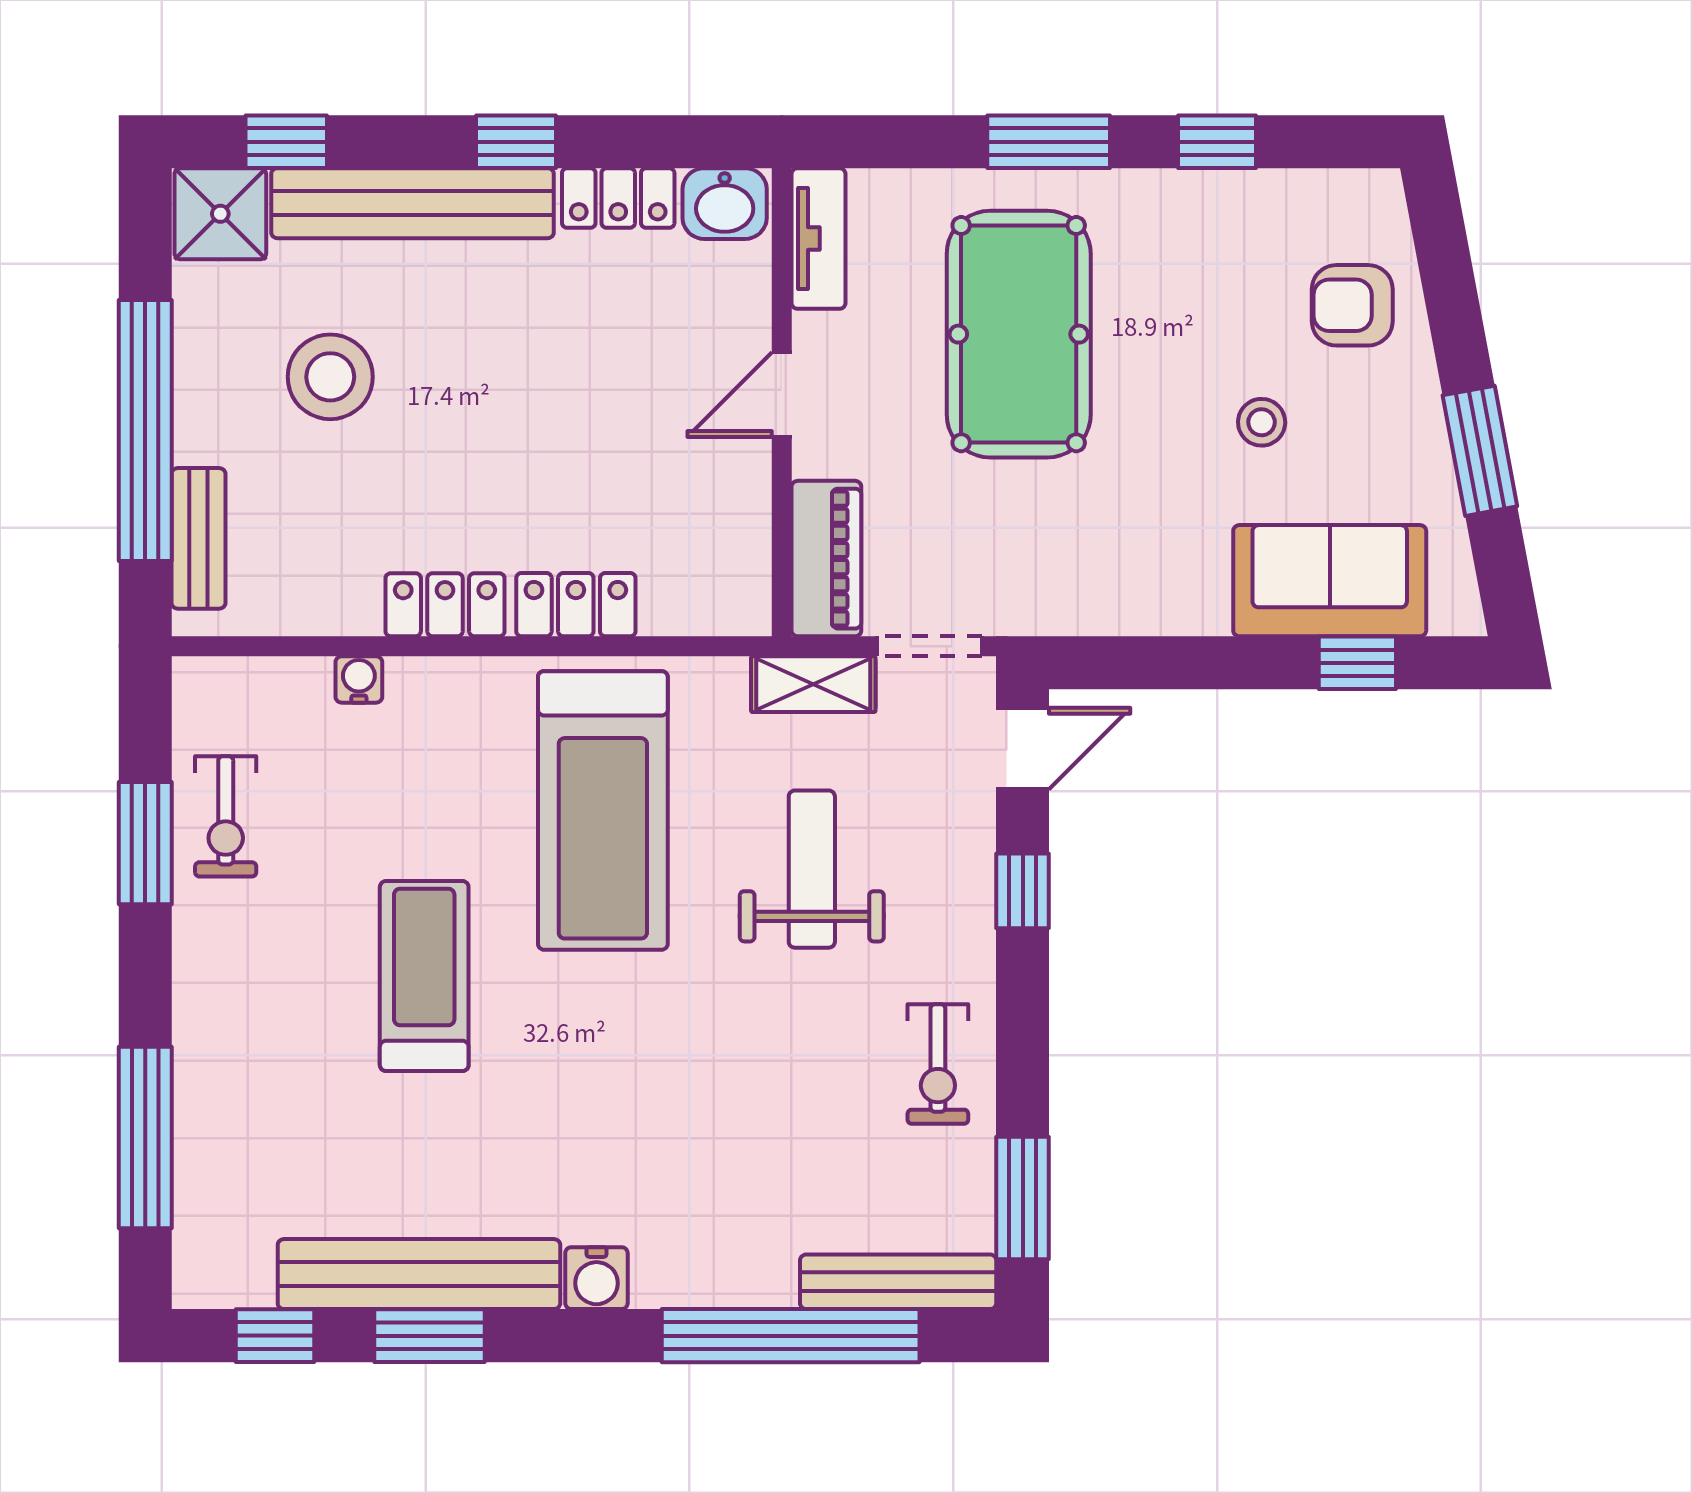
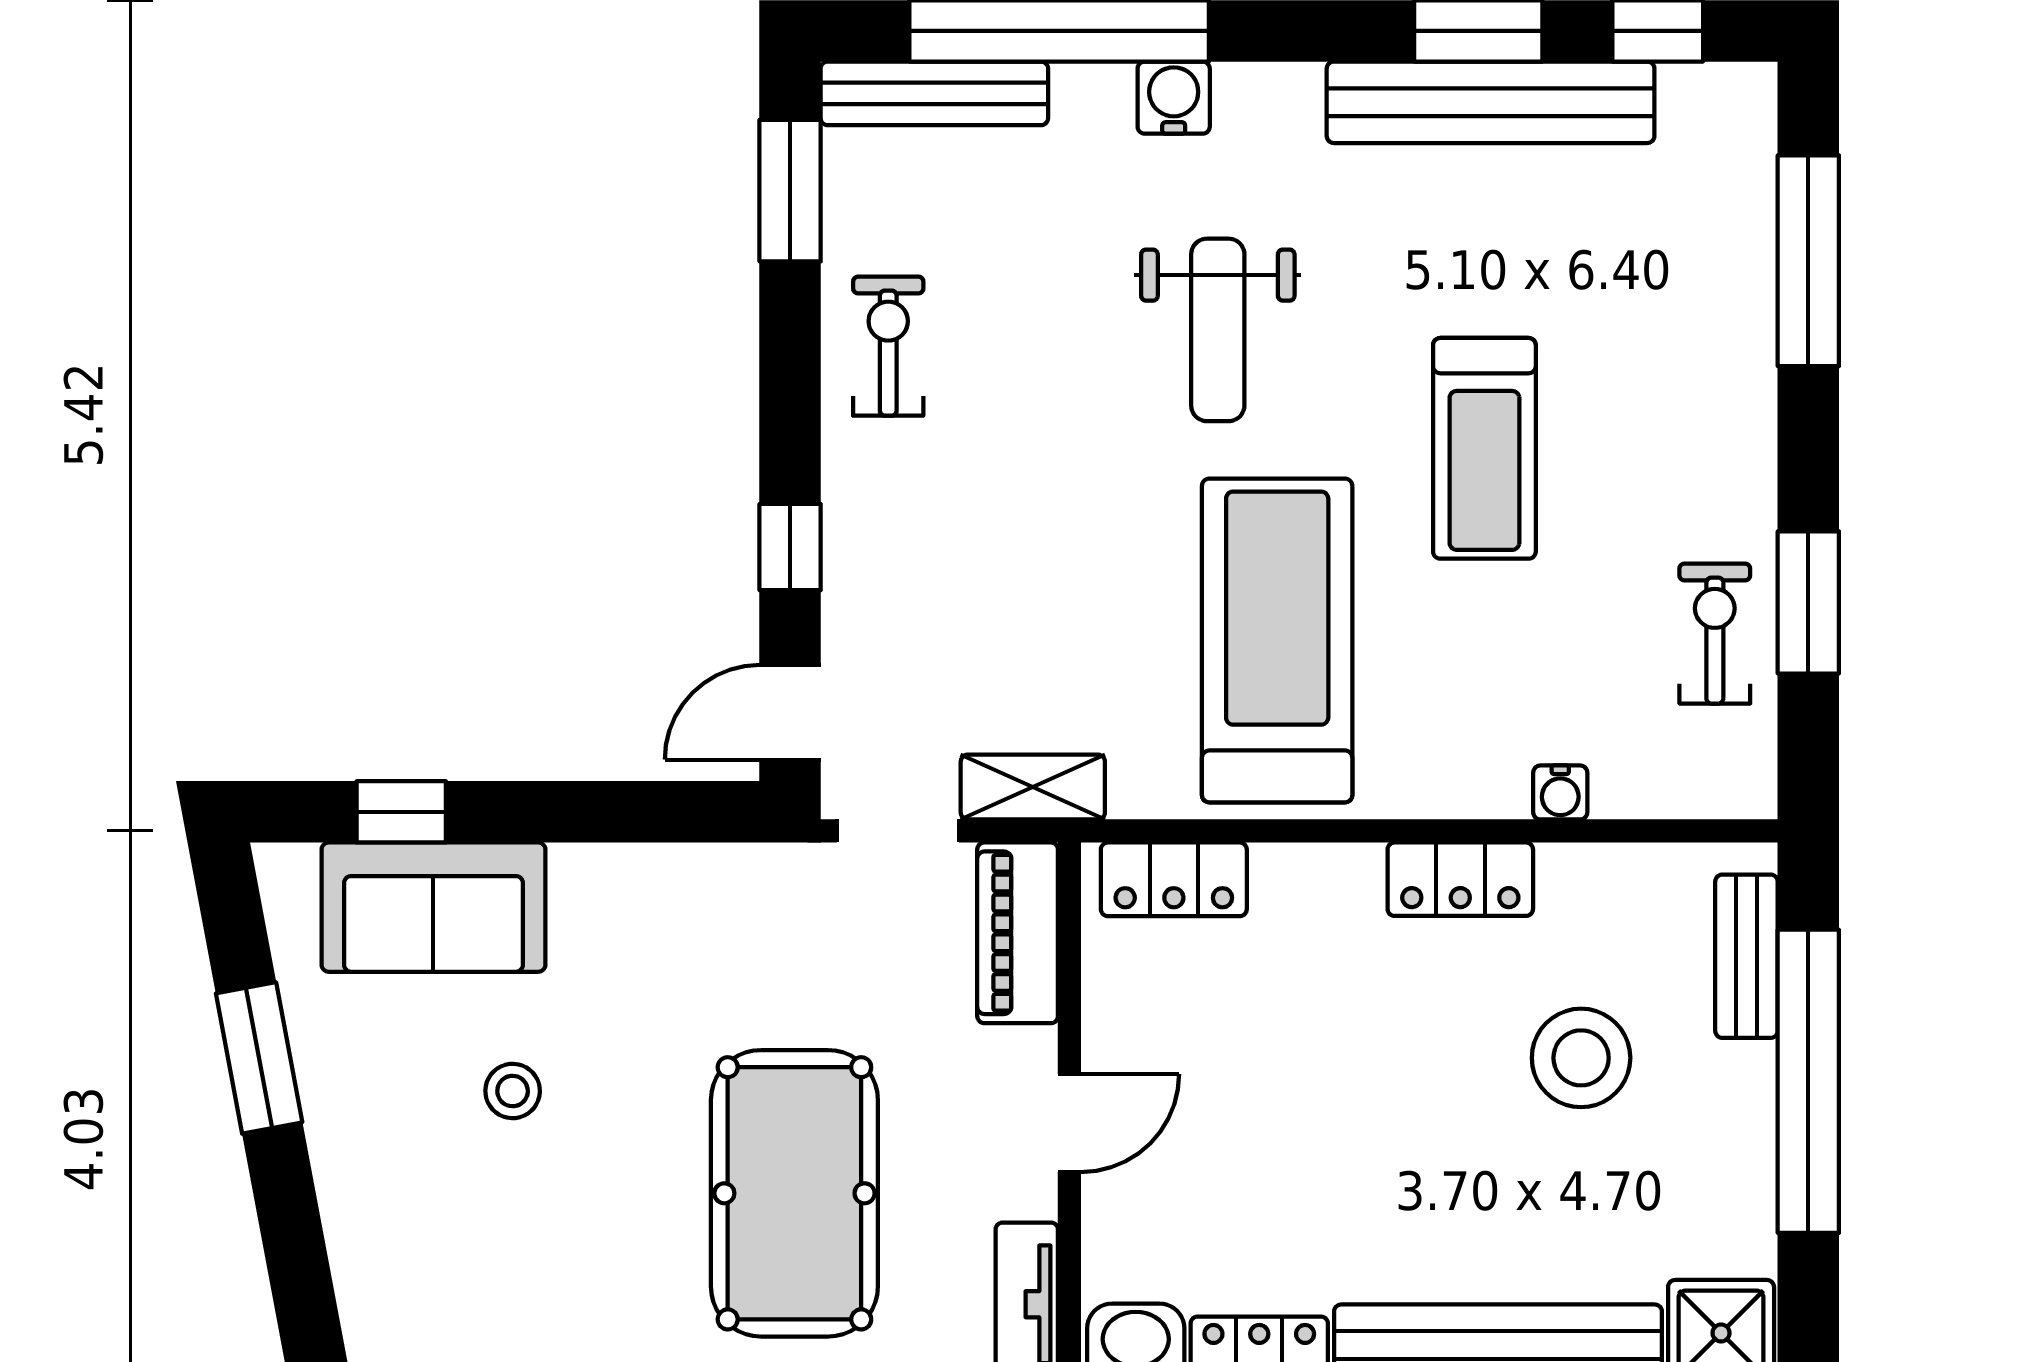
armchair: (1352, 305) -> (407, 1227), removed
stool: (330, 377) -> (1581, 1058), moved
locker: (576, 605) -> (1174, 879), moved
weight bench: (812, 869) -> (1218, 330), moved
water cooler: (596, 1278) -> (1174, 98), moved

